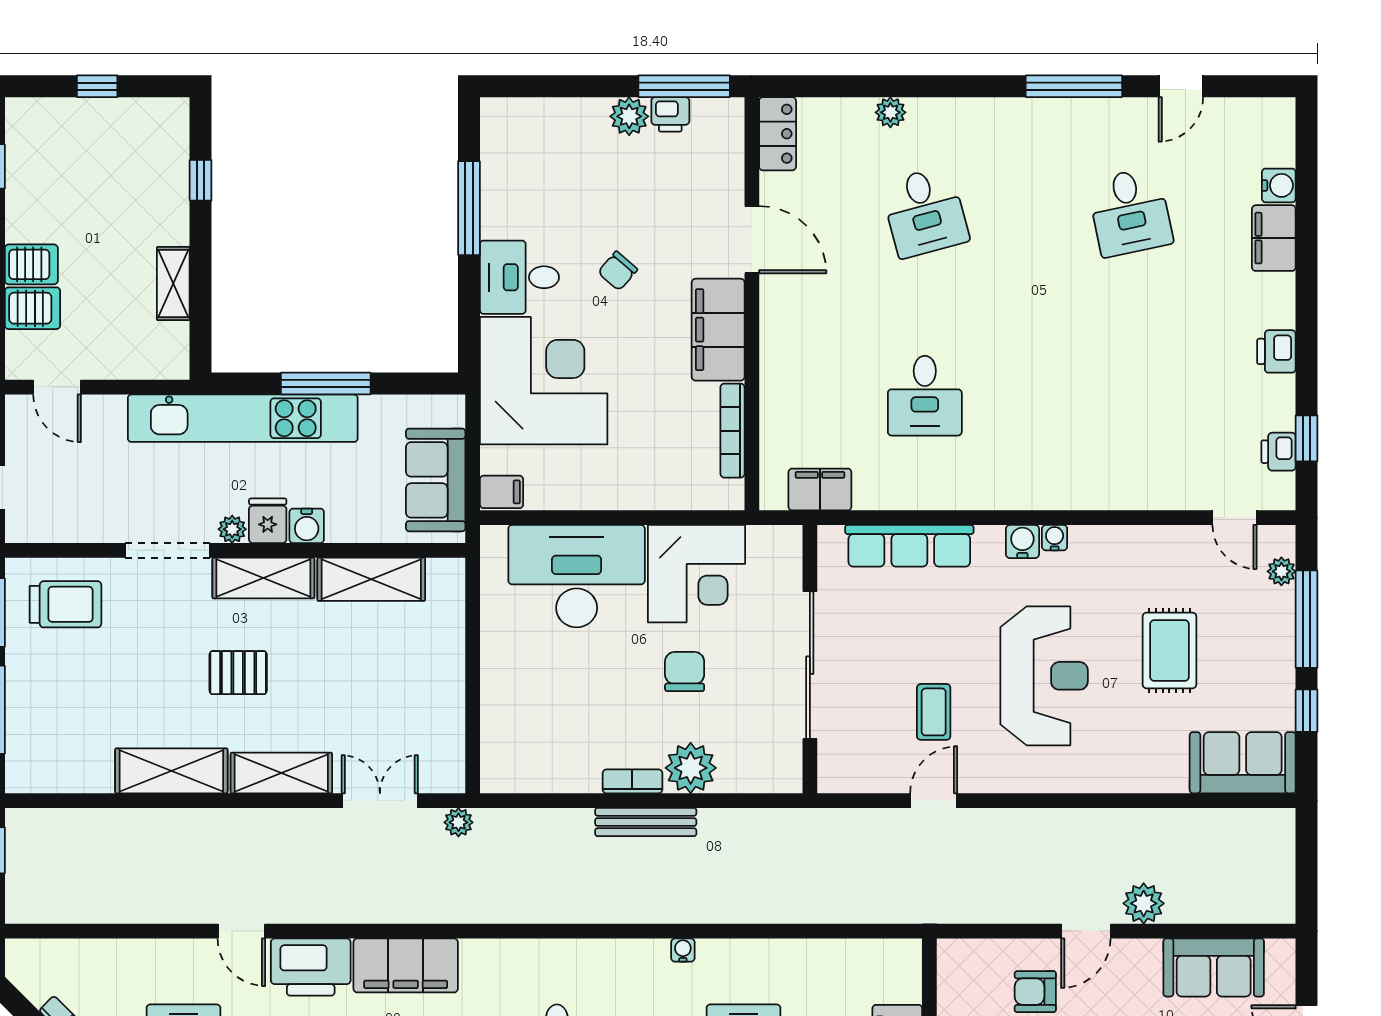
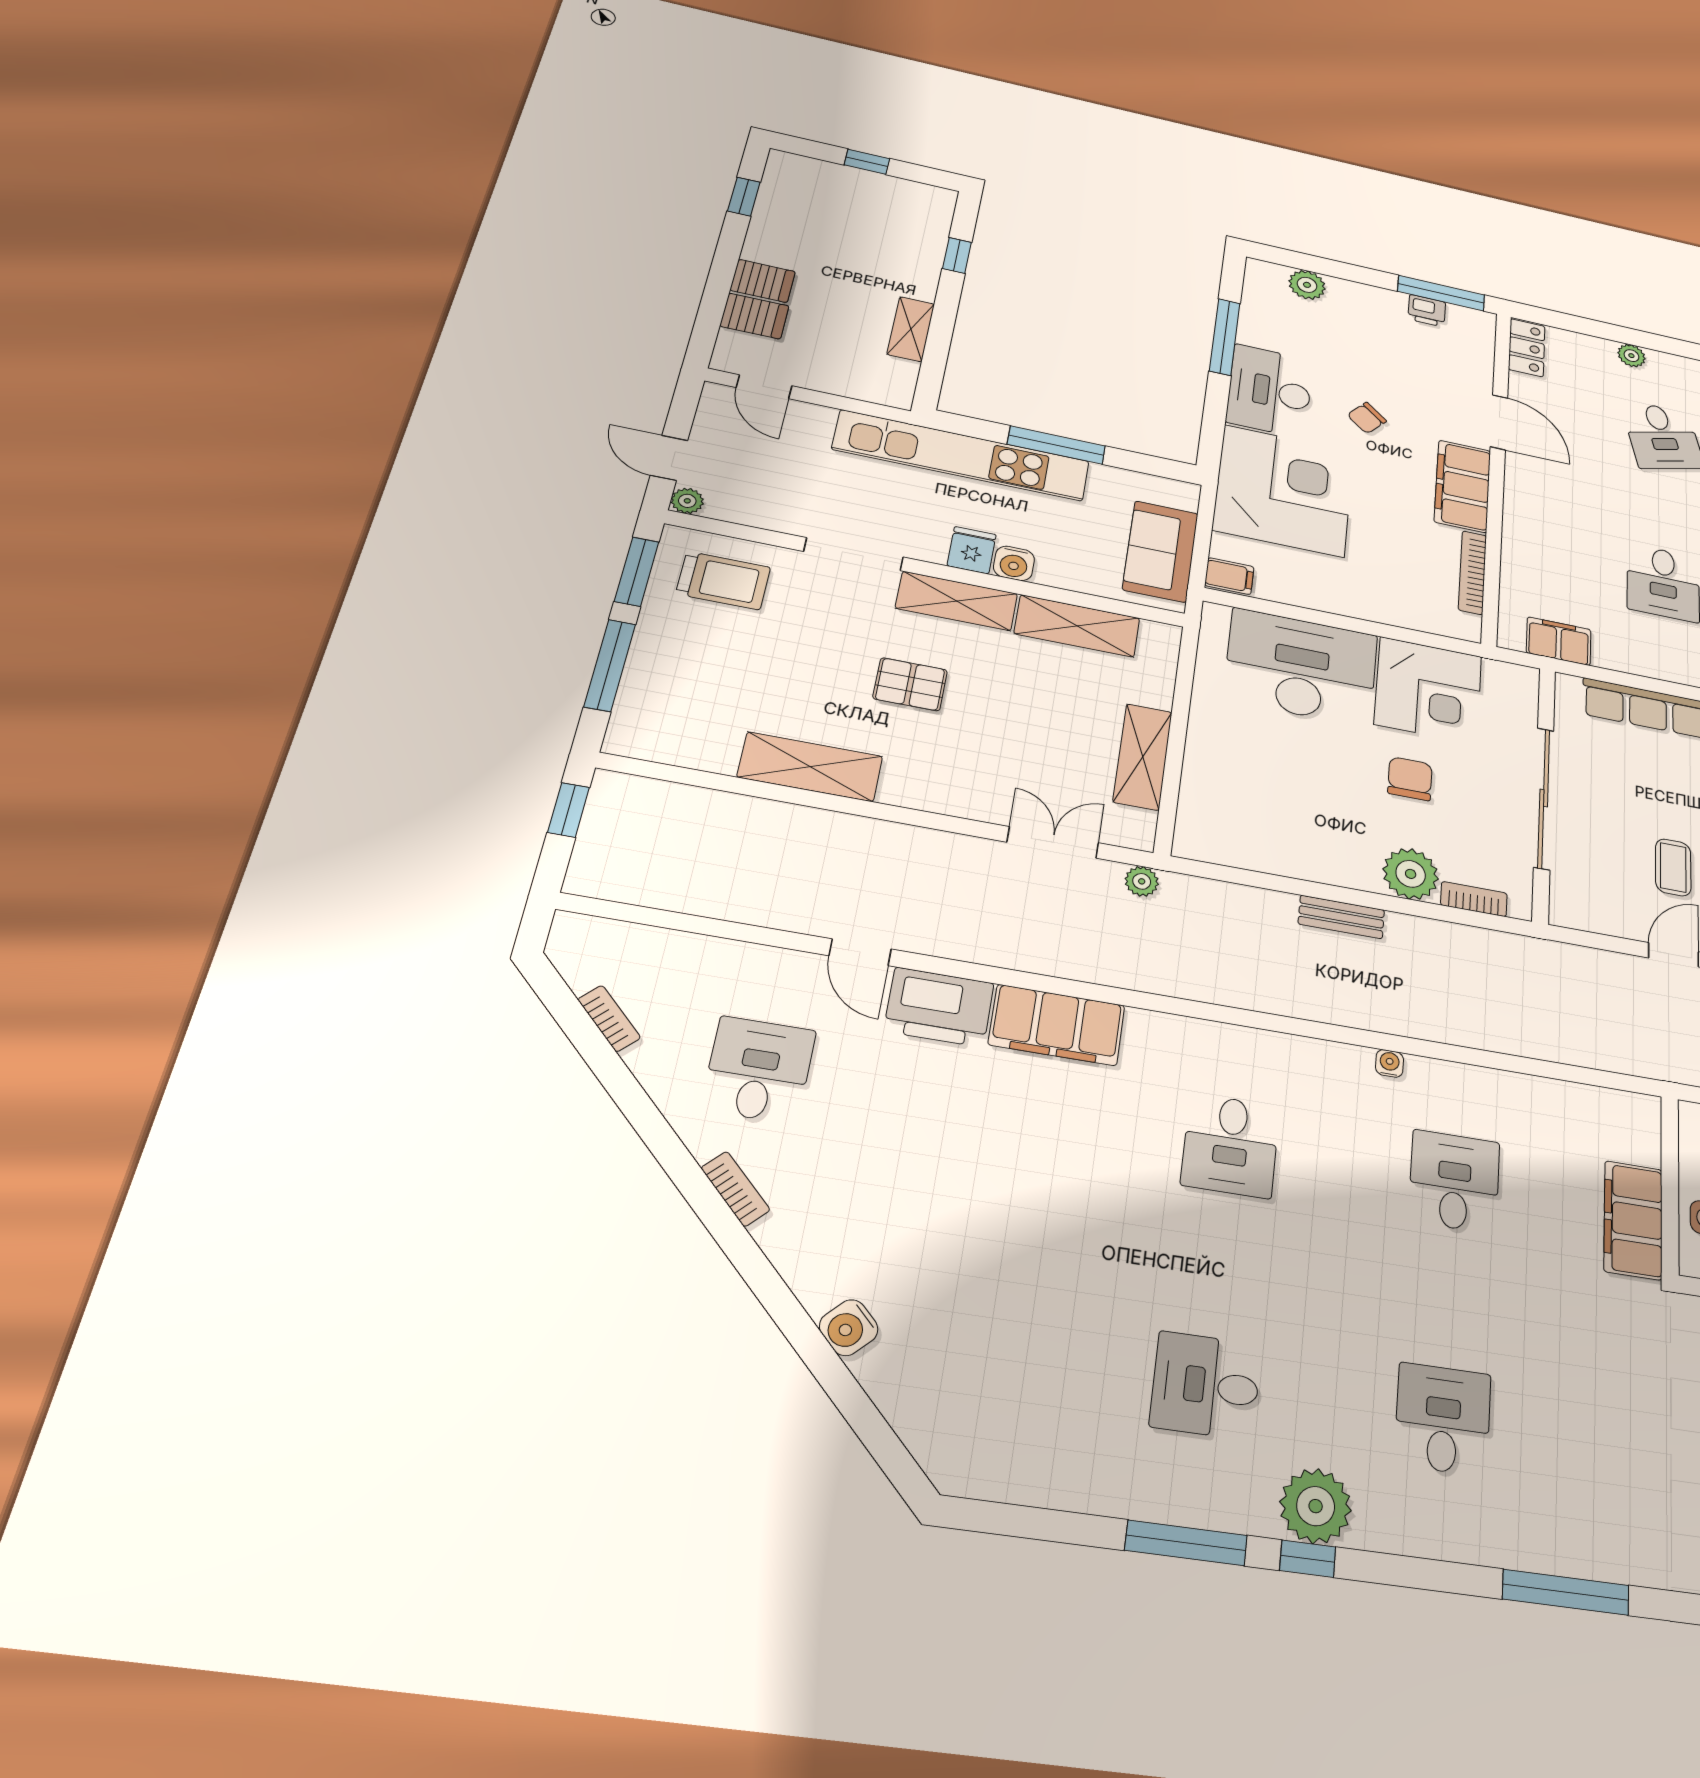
plant: (629, 116) -> (1307, 285), moved
desk: (519, 277) -> (1270, 391), width x1.37
plant: (232, 529) -> (687, 501), moved
shelving: (281, 773) -> (1143, 757), moved, turned 90
bookcase: (632, 781) -> (1474, 899), moved
bench: (646, 822) -> (1341, 917), width x0.73

